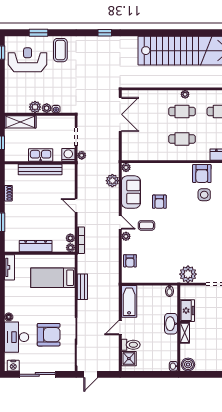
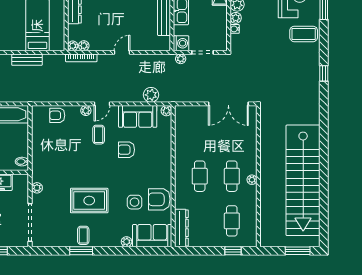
window: (105, 33) -> (324, 73), moved
rug: (203, 234) -> (89, 201), added
plant: (188, 274) -> (37, 188), width x0.53, depth x0.53

